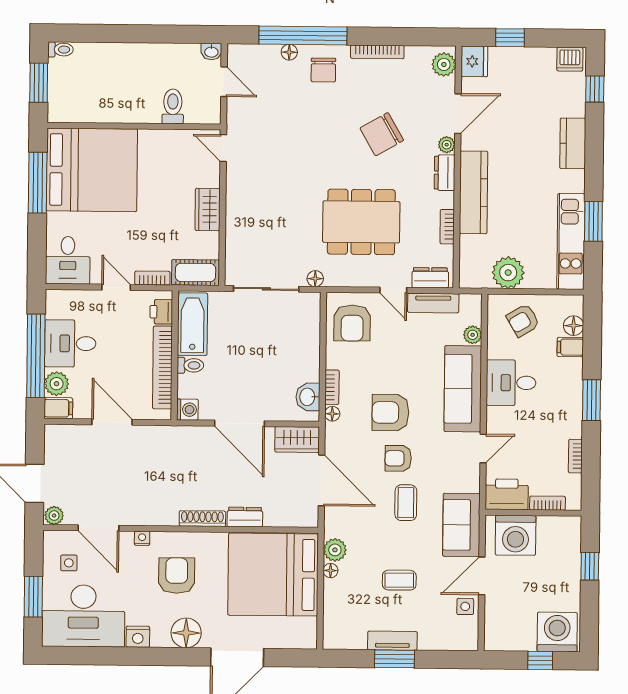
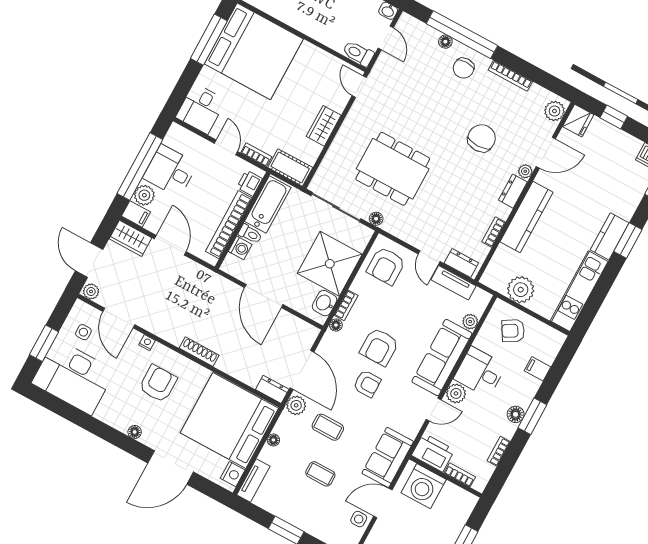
toilet: (173, 106) -> (358, 53), moved, turned -90
chair: (382, 134) -> (482, 138), turned 120
kitchen counter: (573, 143) -> (610, 236), moved
window: (593, 221) -> (628, 240), moved
dining table: (361, 222) -> (393, 169), moved
floor lamp: (574, 326) -> (516, 414), moved
shower: (291, 352) -> (330, 264), added
washing machine: (187, 410) -> (240, 248), moved
armchair: (390, 413) -> (379, 347), turned -90
plant: (498, 419) -> (456, 393), added
wardrobe: (297, 440) -> (130, 238), moved
armchair: (398, 458) -> (367, 384), turned 180
coffee table: (406, 503) -> (328, 427), moved, turned 90
dresser: (245, 517) -> (272, 389), moved
plant: (335, 550) -> (296, 405), moved
floor lamp: (186, 633) -> (135, 432), width x0.53, depth x0.53
nightstand: (138, 637) -> (233, 474), moved, turned -90
tv unit: (392, 641) -> (253, 481), moved, turned 90

